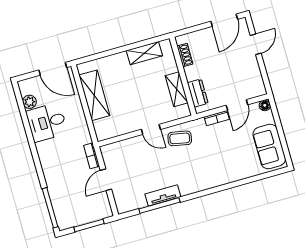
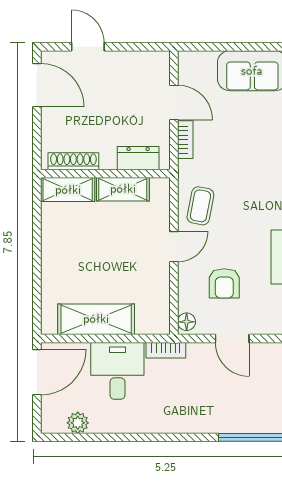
shelving: (144, 53) -> (68, 190), moved, turned 90
shoe rack: (185, 55) -> (73, 161), width x1.43
floor lamp: (265, 105) -> (187, 322), moved
desk: (47, 122) -> (117, 371), moved, turned 180
bookcase: (92, 156) -> (166, 350), moved
armchair: (137, 166) -> (224, 283), added

